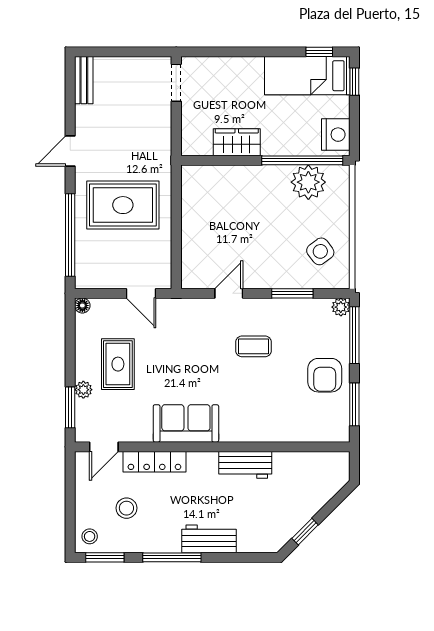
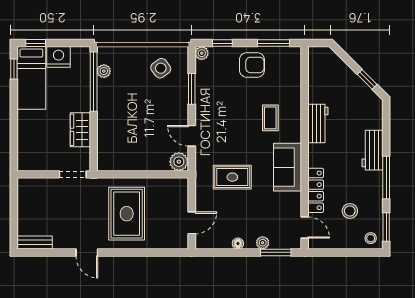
doorway: (176, 83) -> (73, 174), moved
nightstand: (336, 135) -> (59, 57), moved
plant: (308, 182) -> (104, 71), width x0.53, depth x0.53
window: (70, 235) -> (149, 252), removed
plant: (193, 276) -> (179, 162), added
door: (141, 293) -> (192, 223), moved
floor lamp: (82, 306) -> (238, 243), moved
window: (354, 335) -> (222, 43), width x0.46
coffee table: (253, 346) -> (270, 118), moved
rug: (118, 364) -> (232, 177), moved

